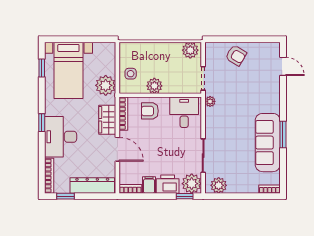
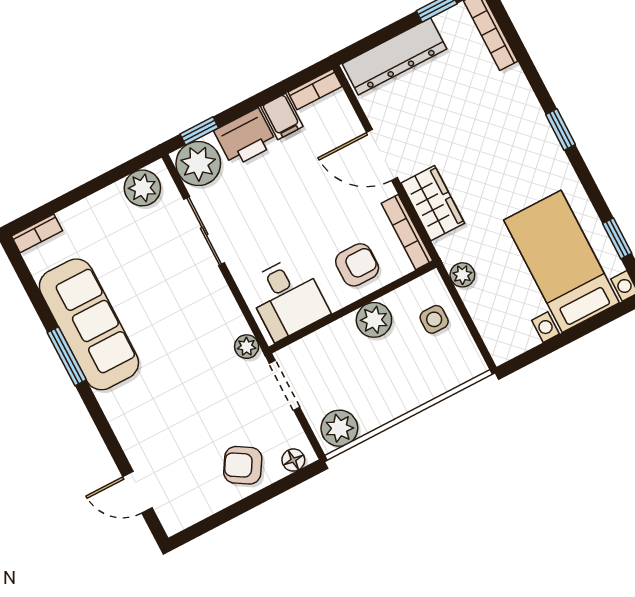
floor lamp: (215, 47) -> (293, 460), added
plant: (106, 85) -> (462, 275), width x0.53, depth x0.53
desk: (61, 137) -> (508, 121), removed

